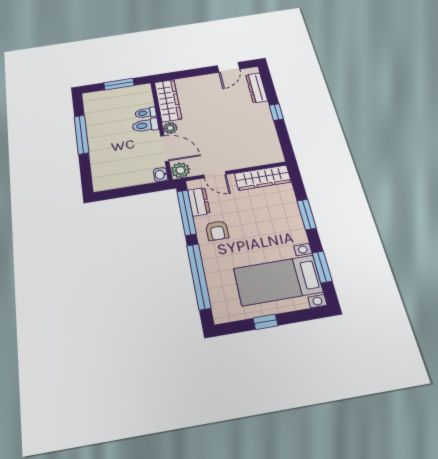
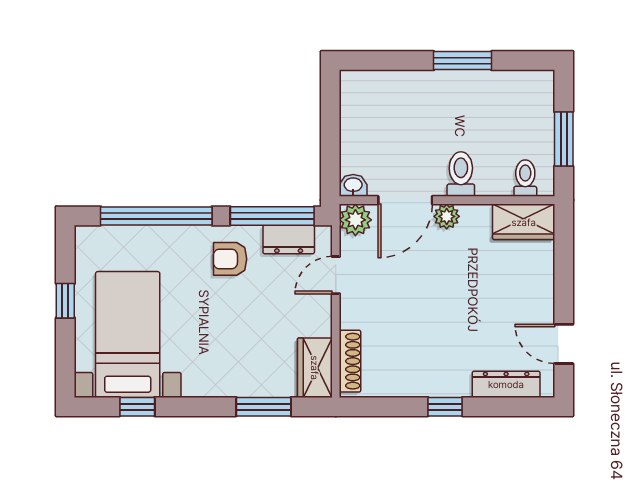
wardrobe: (168, 101) -> (524, 222), width x0.67
toilet: (146, 113) -> (525, 178), moved
window: (81, 135) -> (463, 61), width x0.69
shoe rack: (263, 160) -> (350, 361), added
wardrobe: (263, 178) -> (315, 368), width x0.67
window: (307, 214) -> (264, 407), moved
window: (322, 267) -> (137, 407), width x0.67

